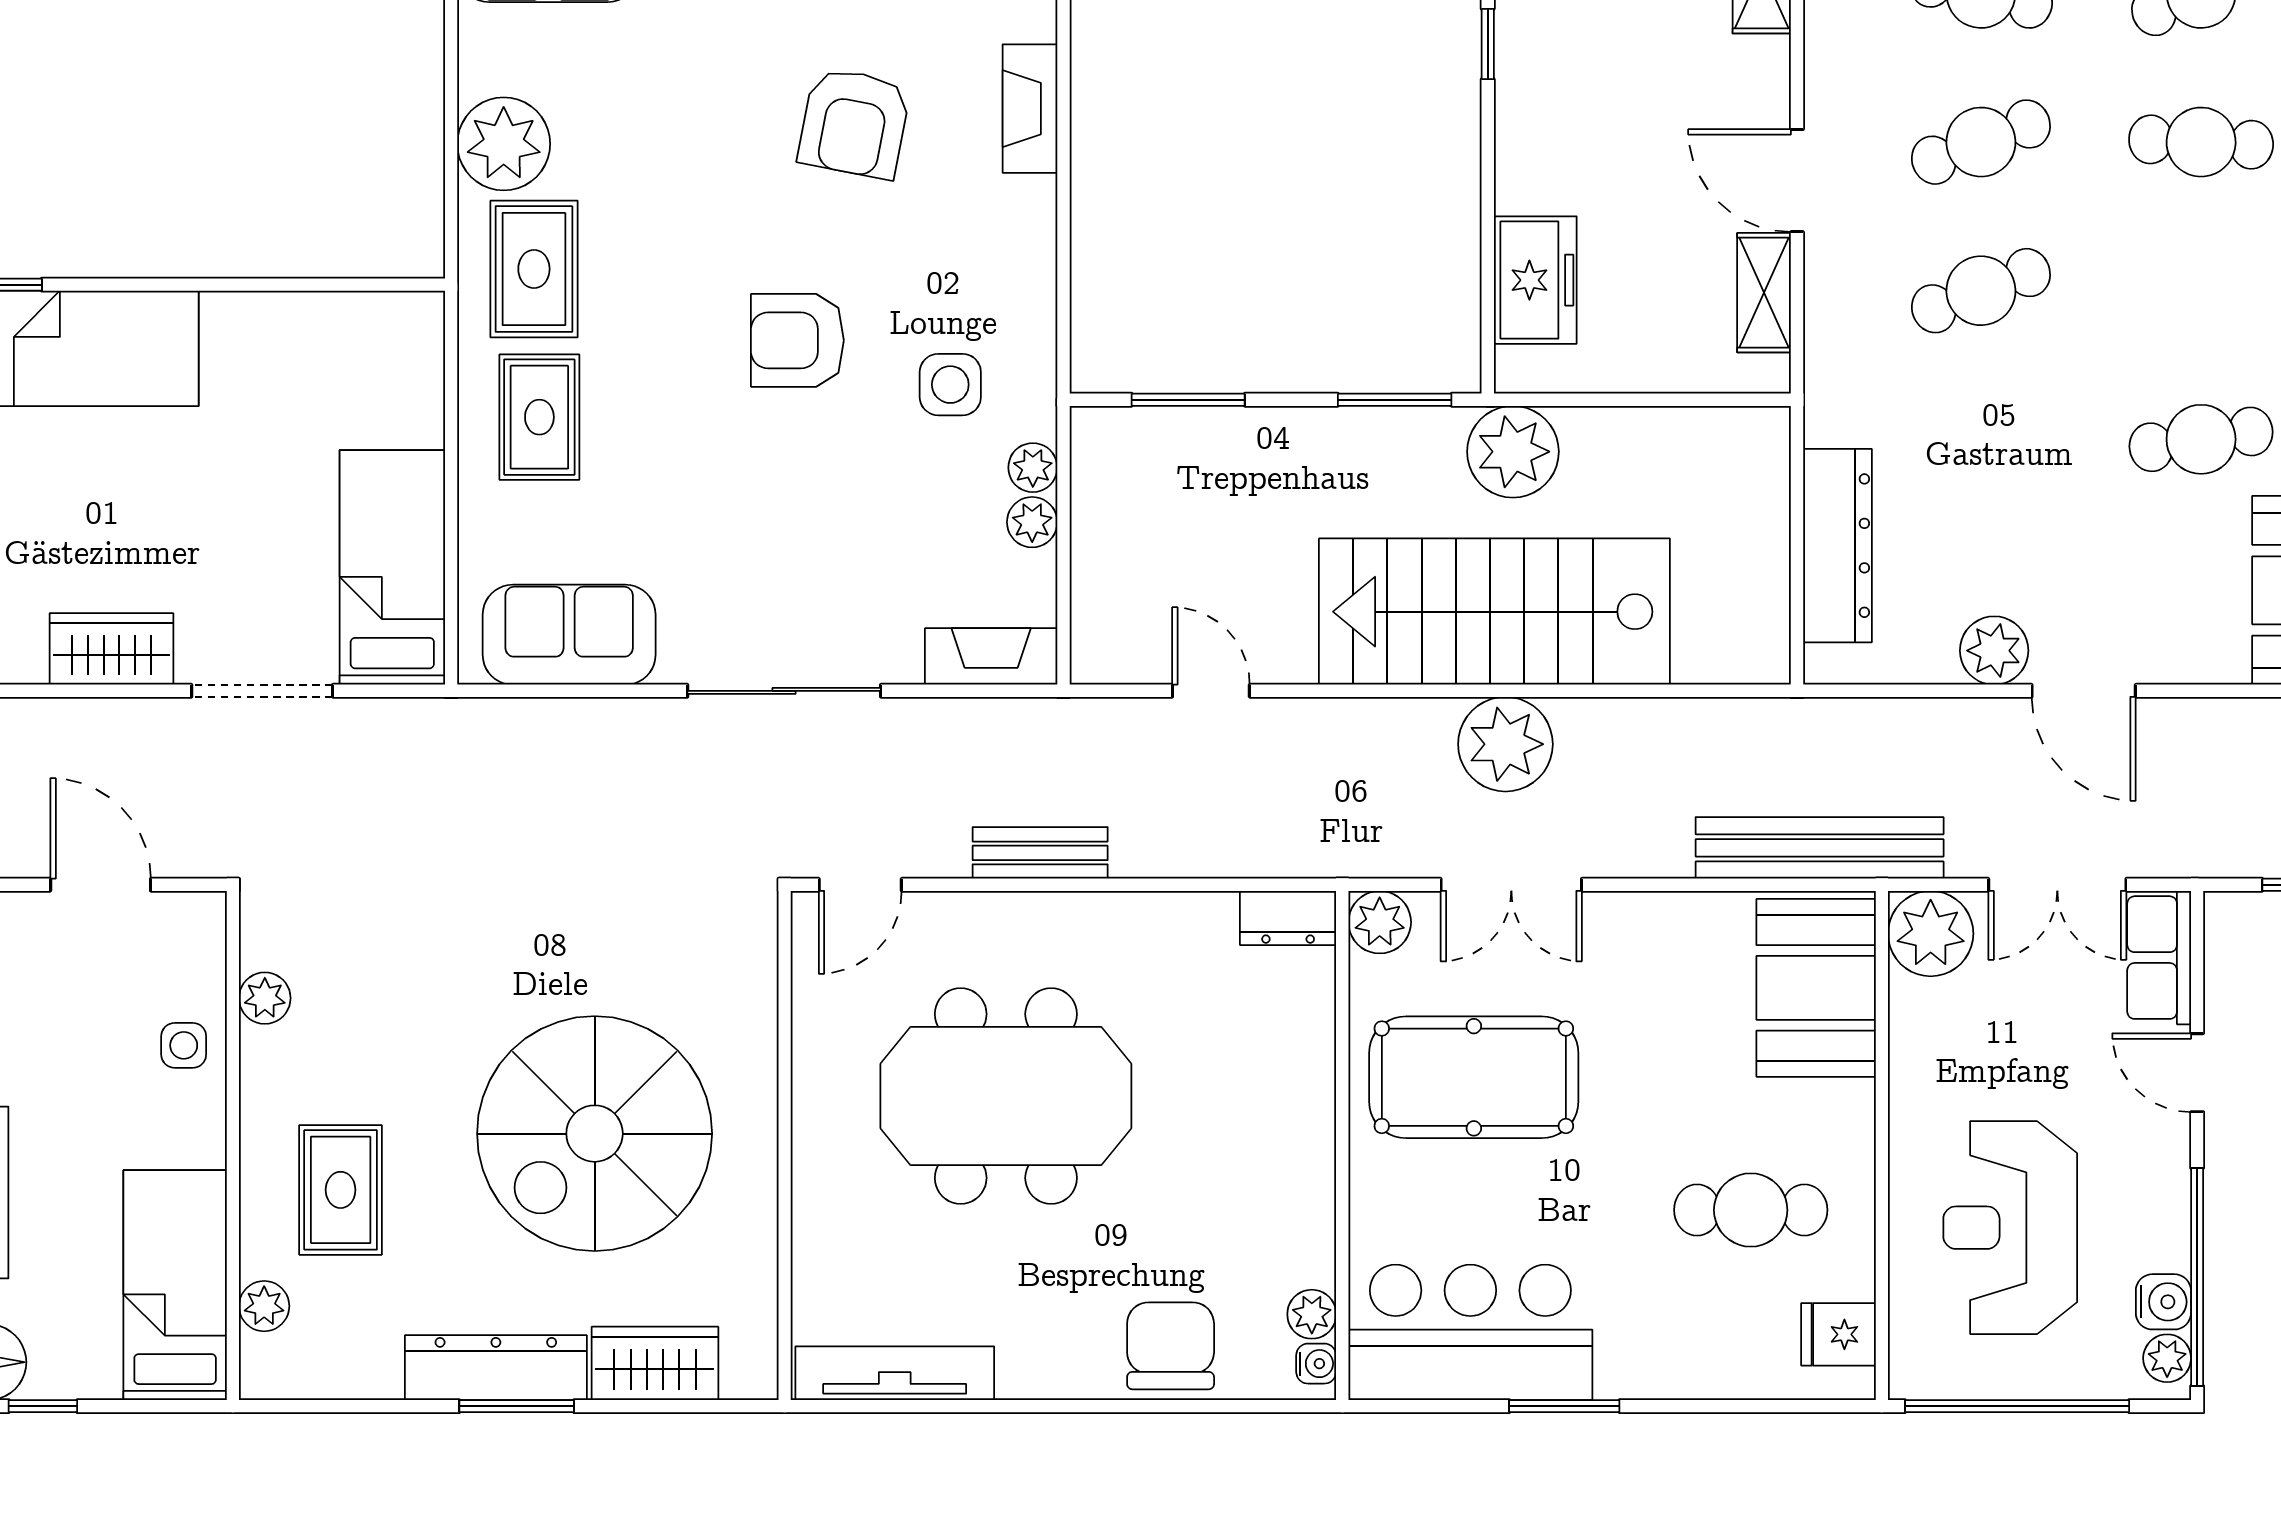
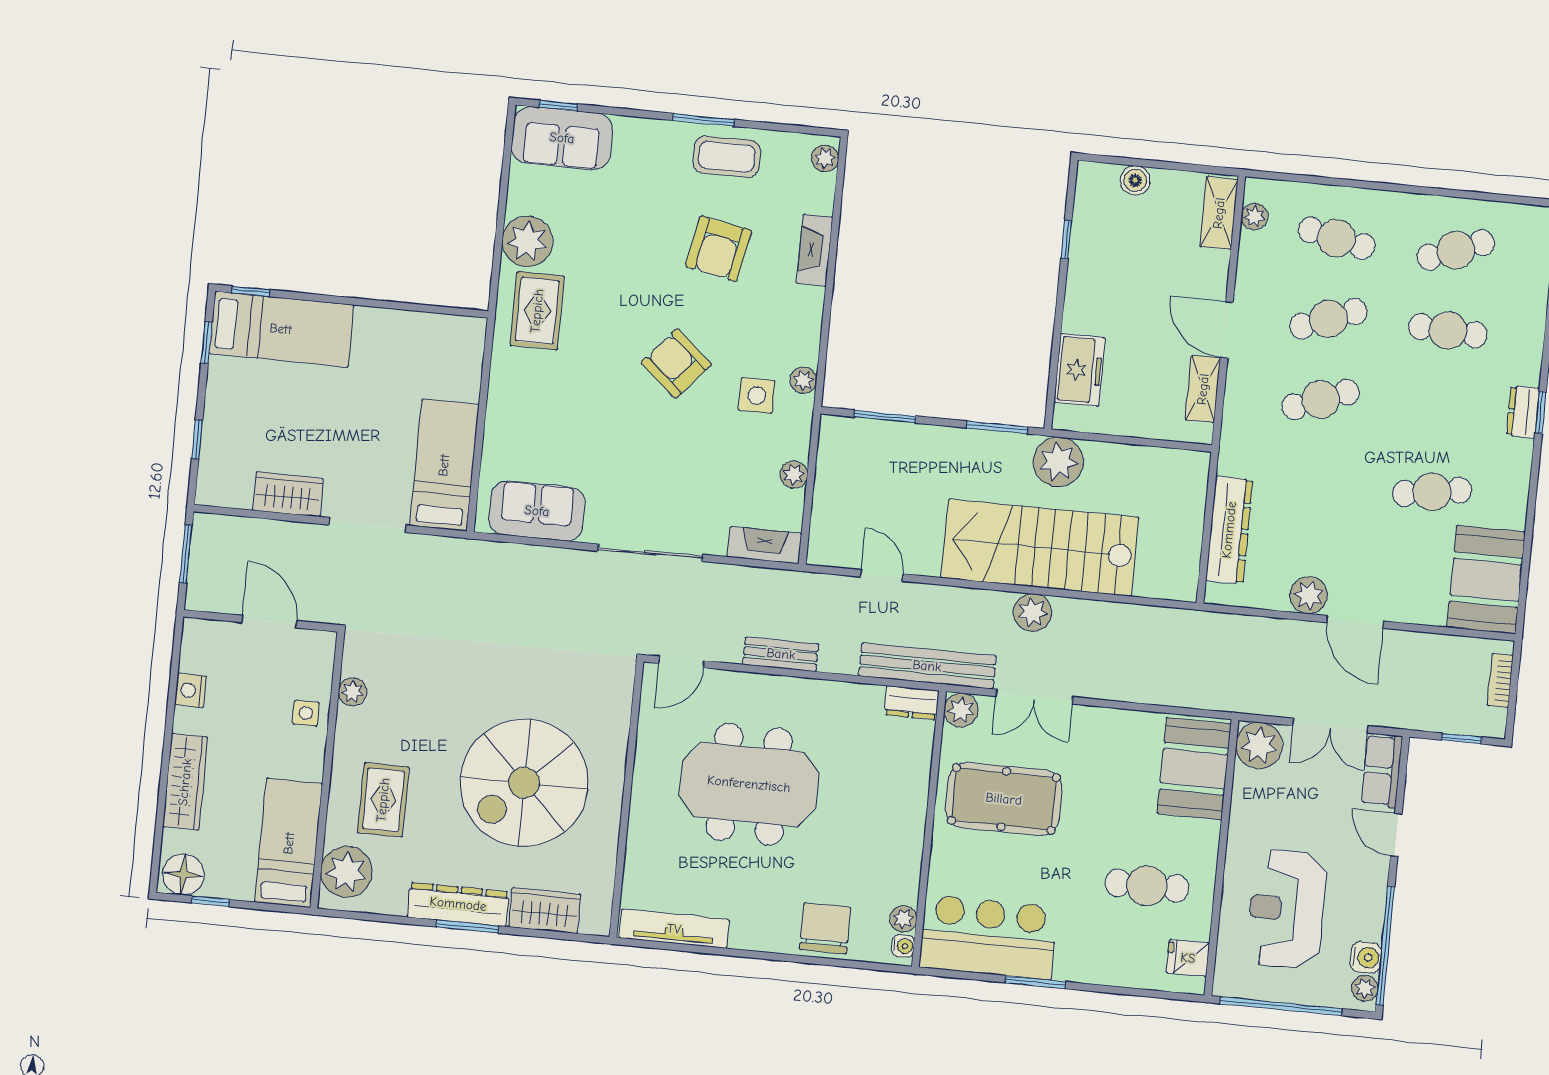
armchair: (797, 340) -> (676, 363), turned 41
rug: (539, 417) -> (532, 391), removed
plant: (1033, 468) -> (803, 380), moved
plant: (1505, 744) -> (1033, 613), width x0.73, depth x0.73
bench: (1820, 848) -> (927, 666), moved
plant: (264, 1306) -> (346, 872), width x1.87, depth x1.87

